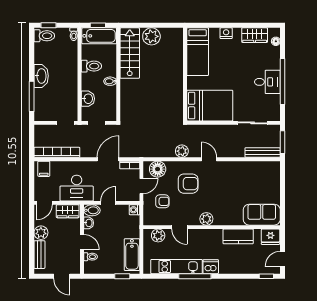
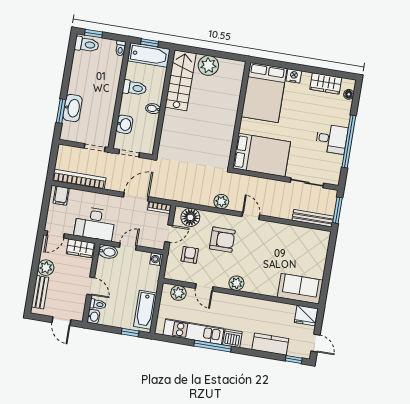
bed: (198, 52) -> (264, 93), width x1.50
washbasin: (41, 76) -> (73, 108), moved
window: (32, 96) -> (61, 111), width x0.69
armchair: (162, 201) -> (190, 255), turned -90
washbasin: (89, 223) -> (93, 317), moved
kitchen counter: (238, 236) -> (270, 344), moved, turned 180
door: (283, 259) -> (315, 343), swing flipped

